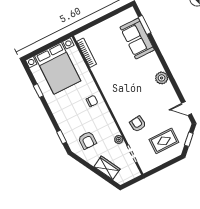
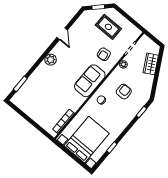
sofa: (137, 39) -> (90, 81), moved, turned 180
plant: (162, 78) -> (51, 60), moved
door: (187, 108) -> (62, 34), moved
armchair: (87, 140) -> (124, 92), moved

